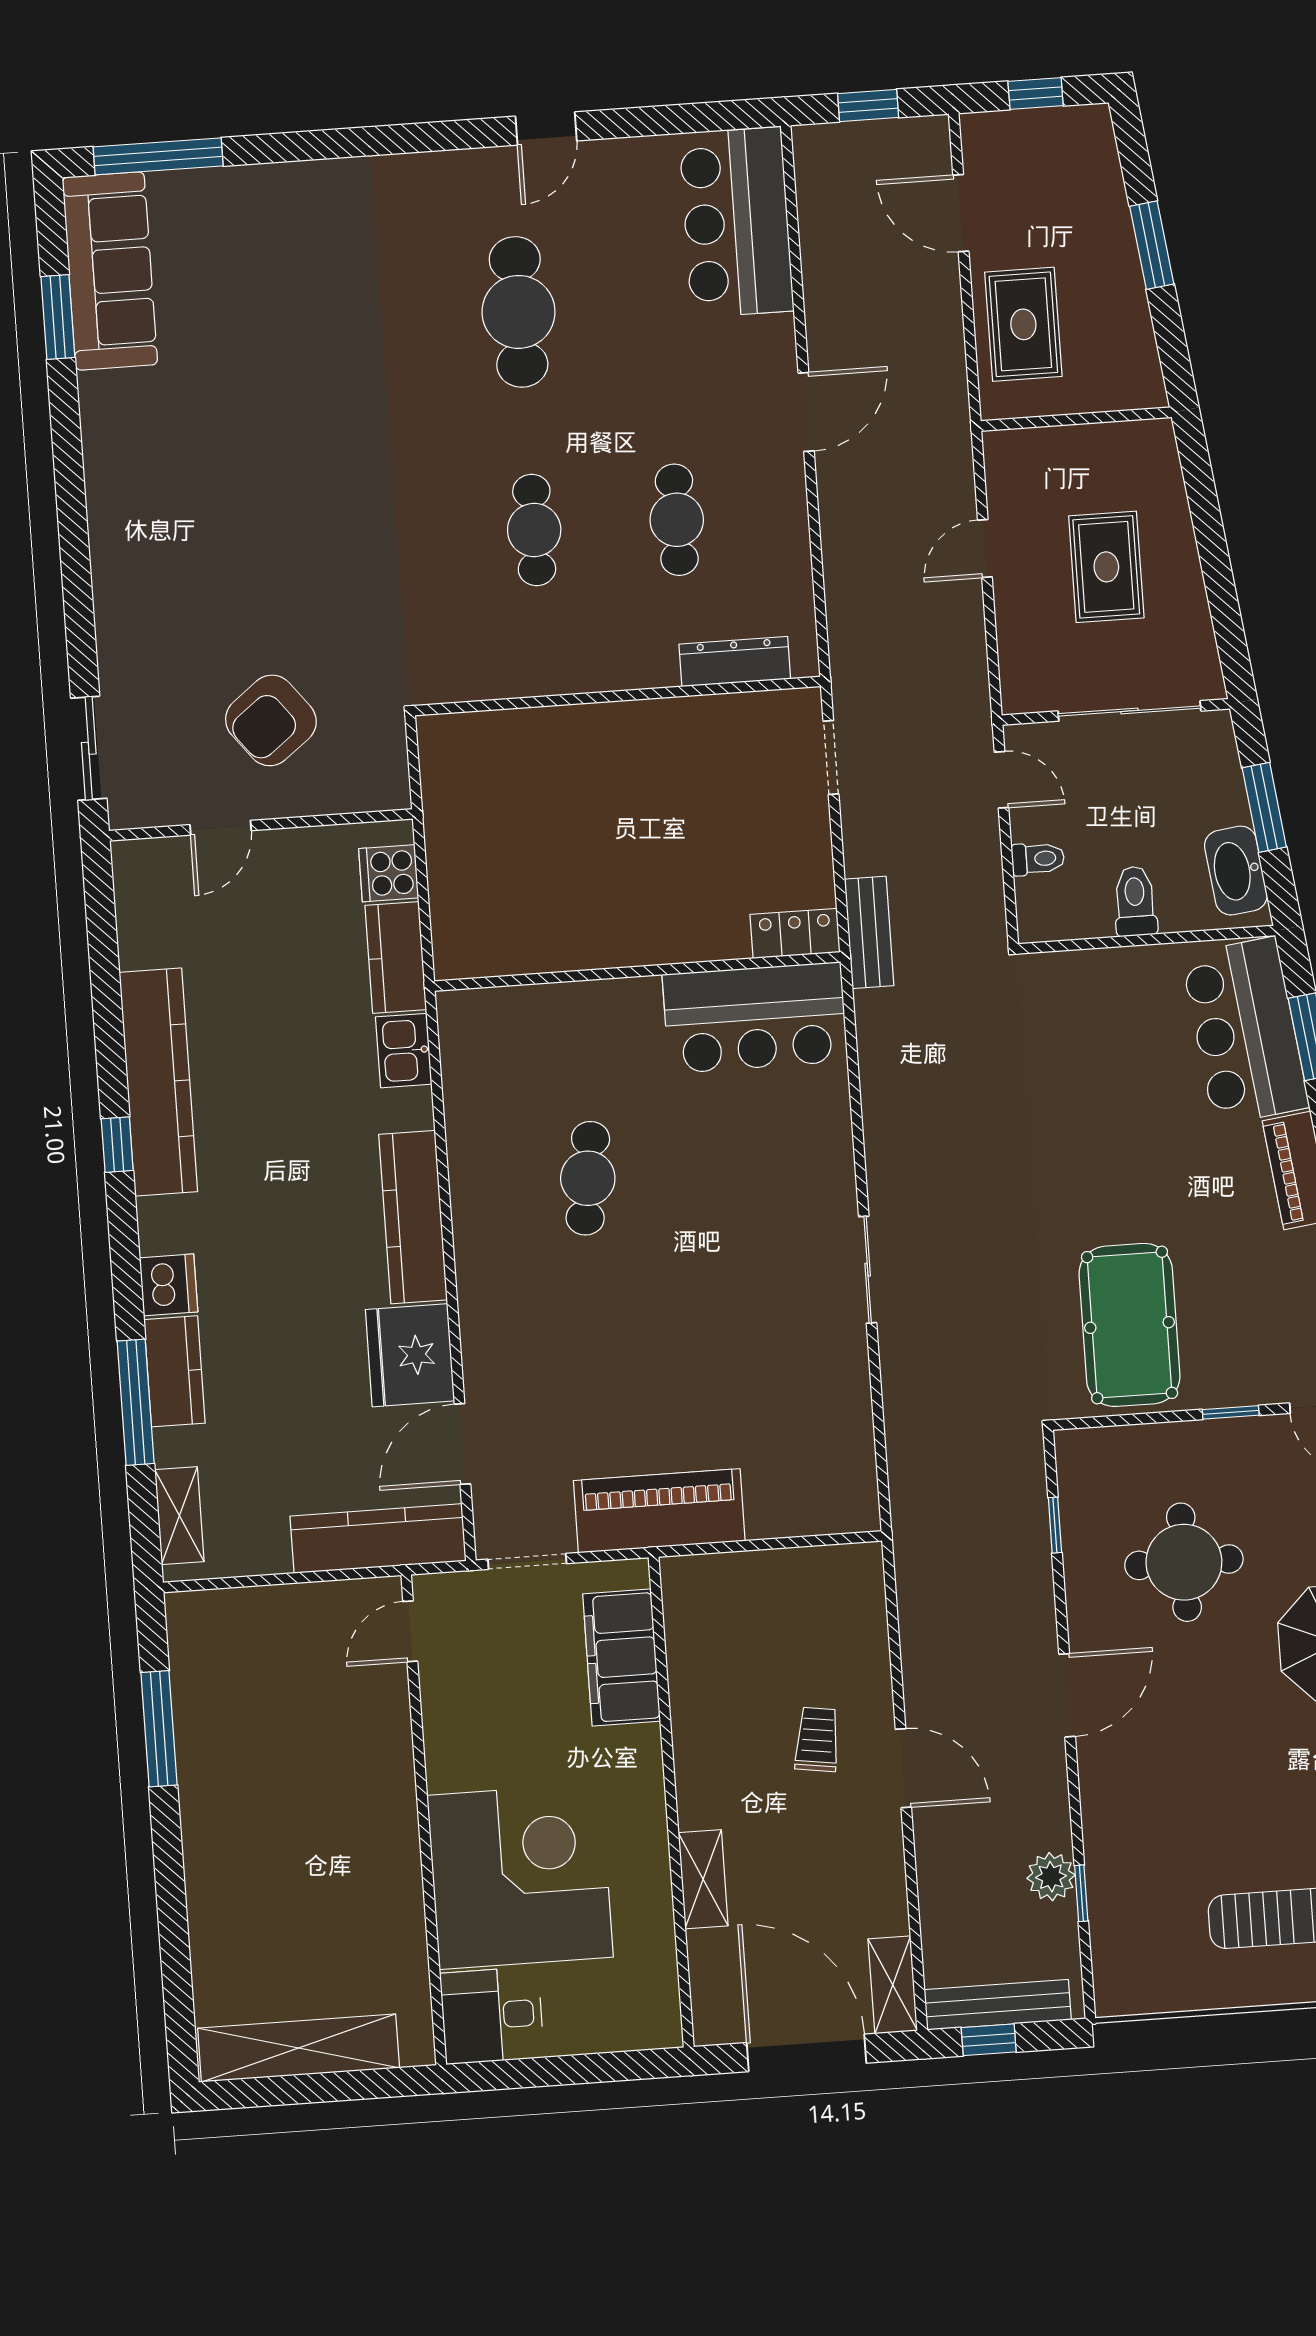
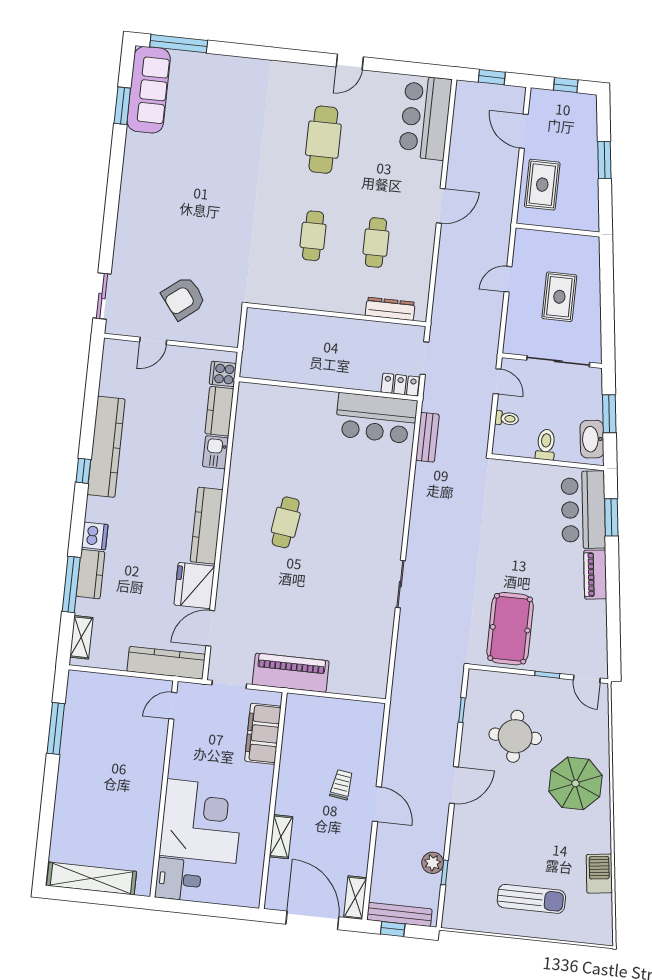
locker: (795, 933) -> (400, 385), moved
wall: (637, 971) -> (329, 389), moved
bar counter: (755, 1018) -> (376, 418), moved

